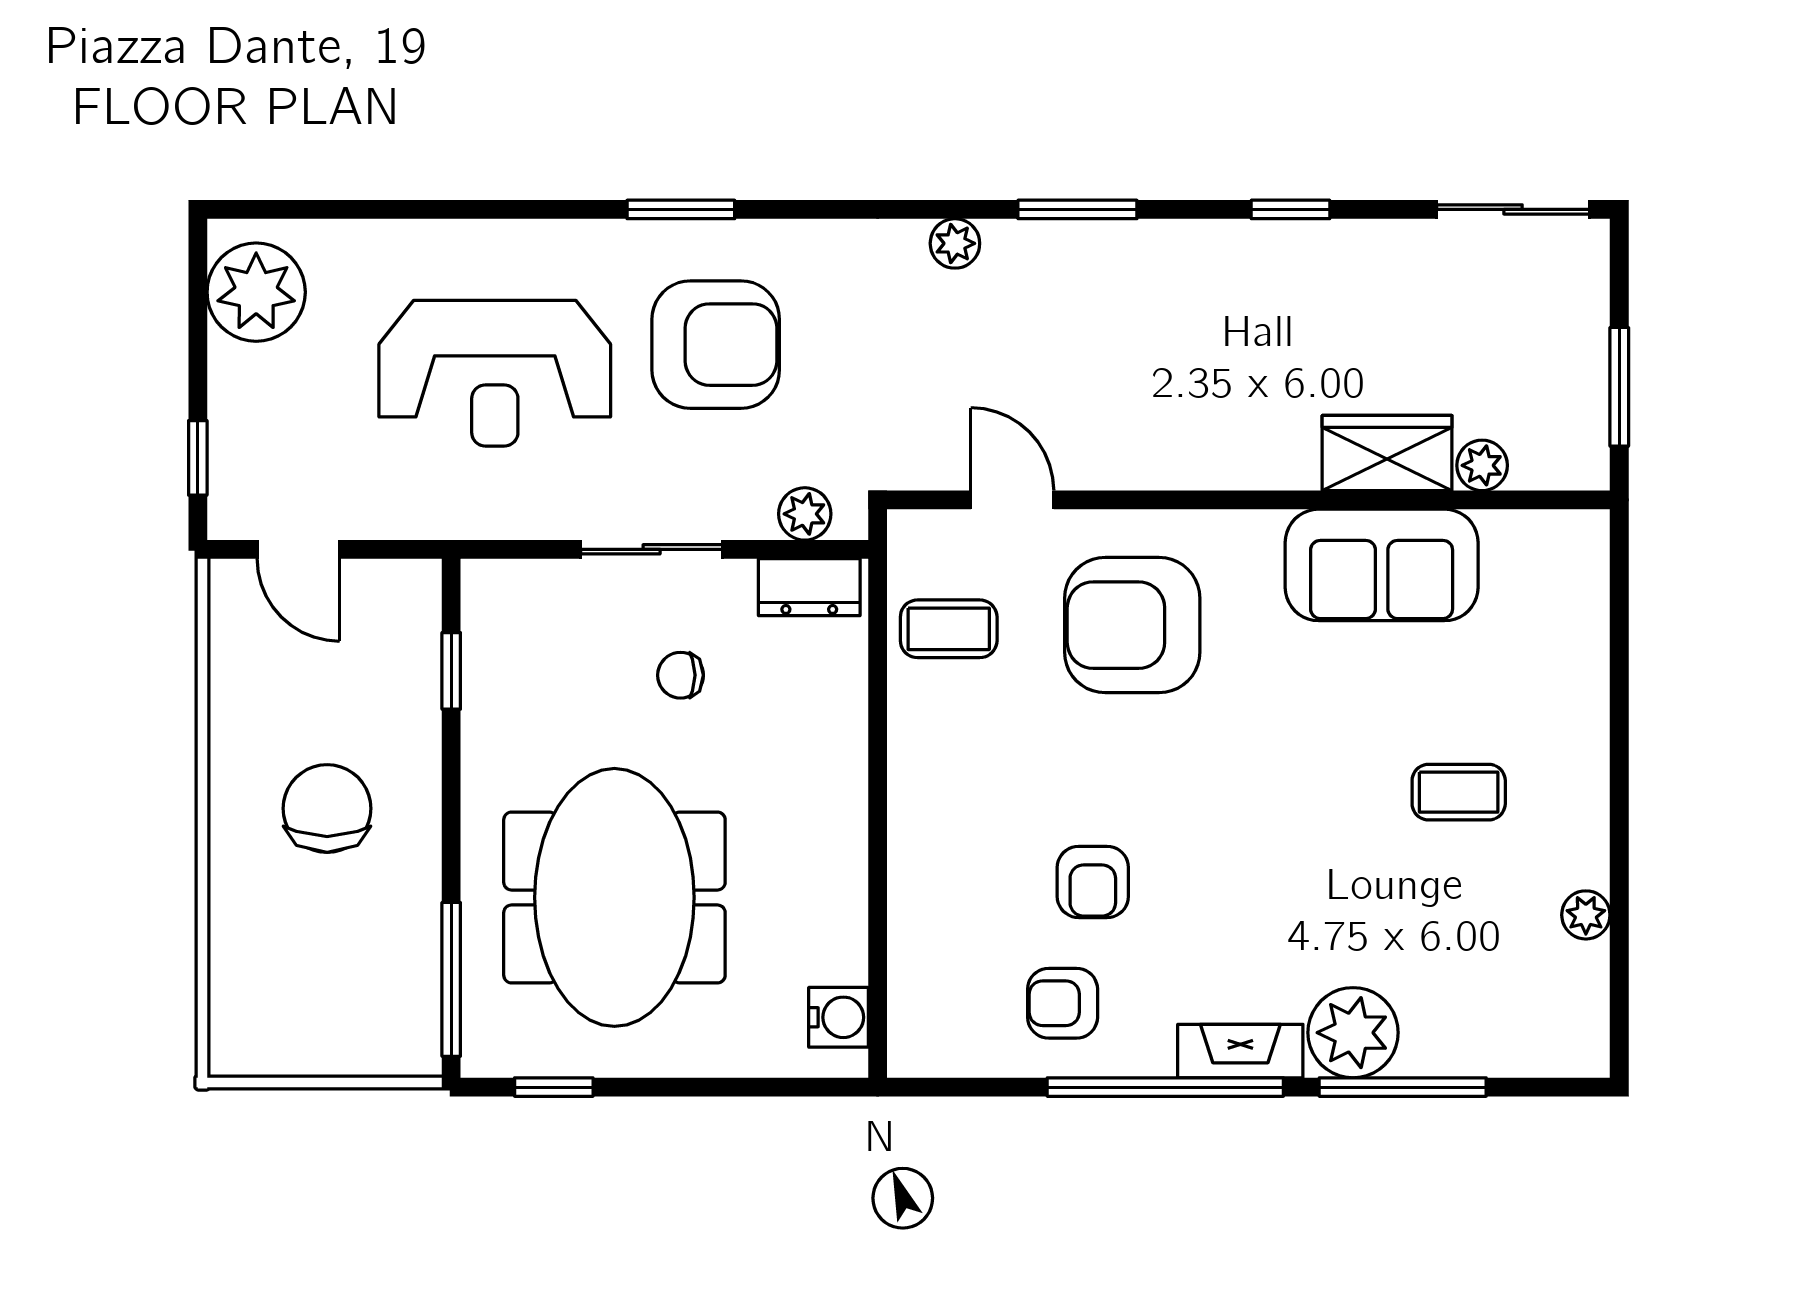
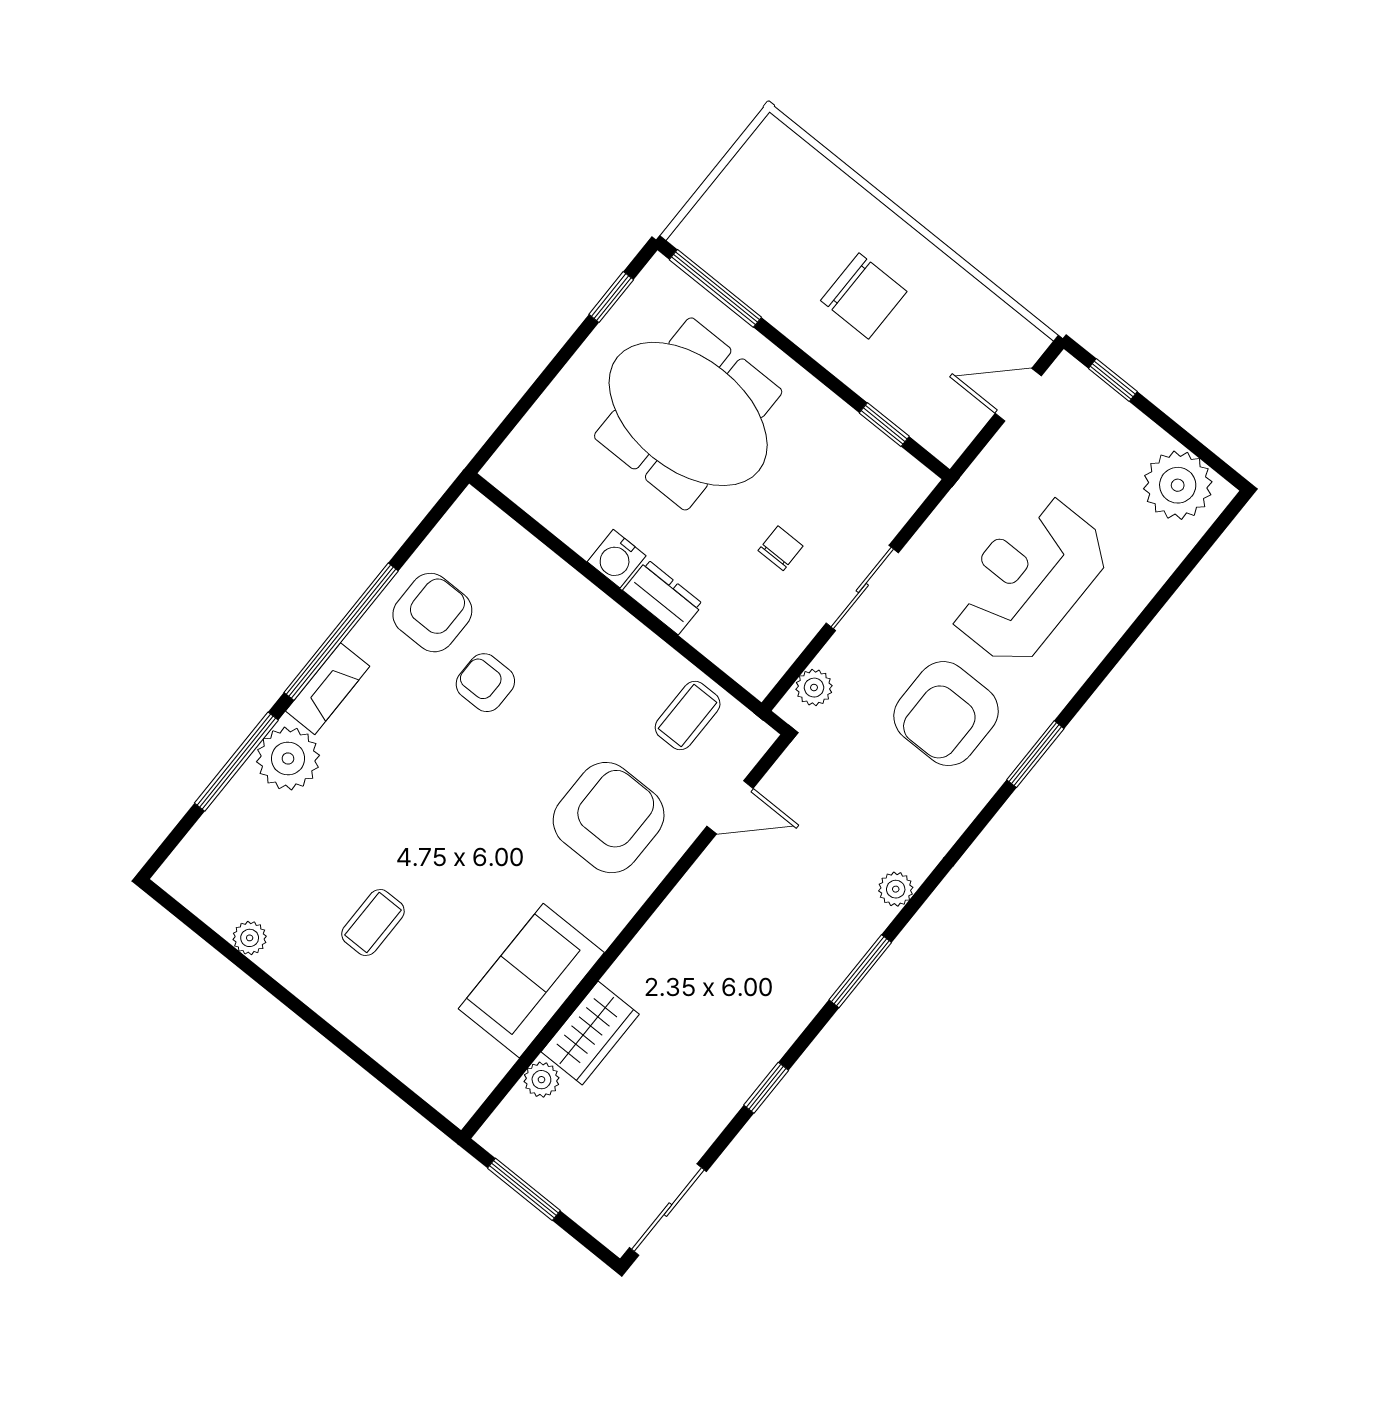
dresser: (809, 587) -> (663, 597), moved, turned 90
armchair: (1063, 1003) -> (432, 613), width x1.38, depth x1.38
water cooler: (838, 1017) -> (617, 559), moved

